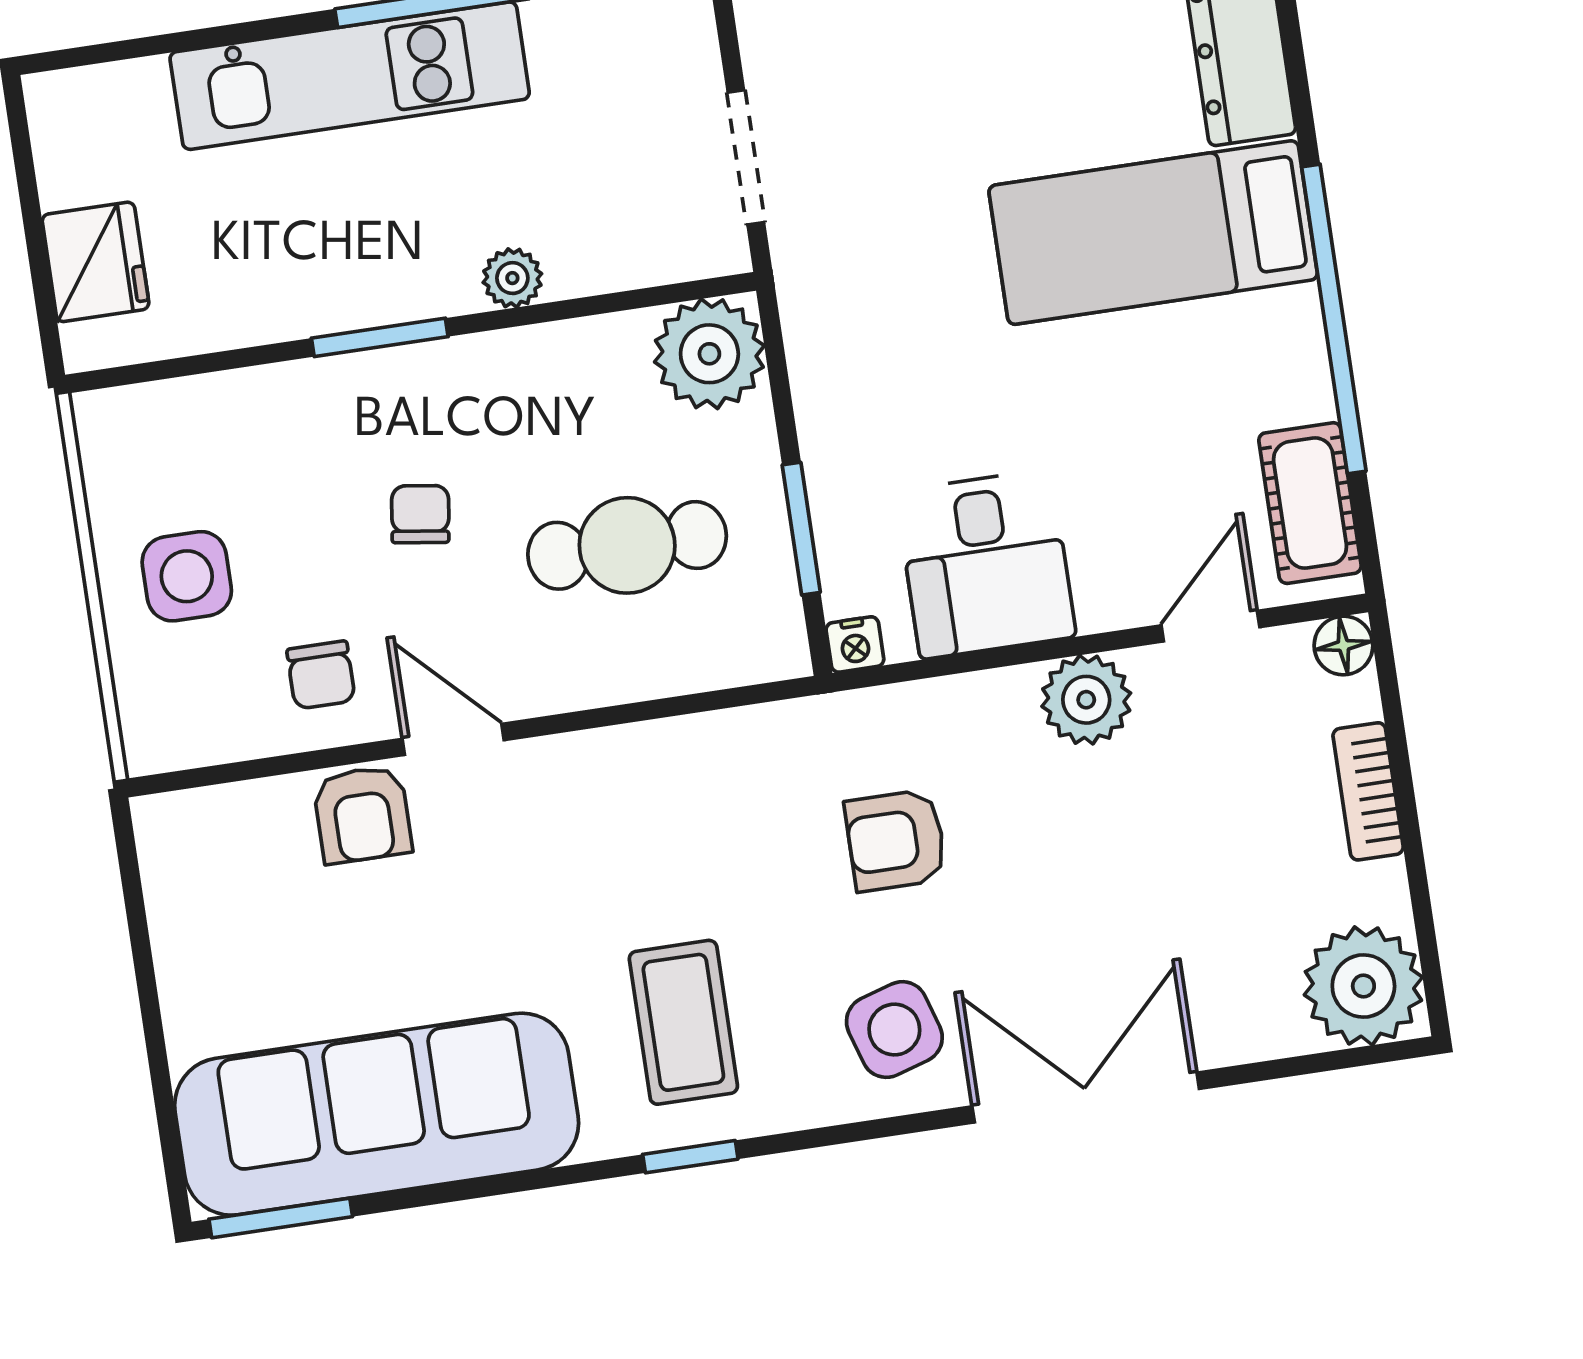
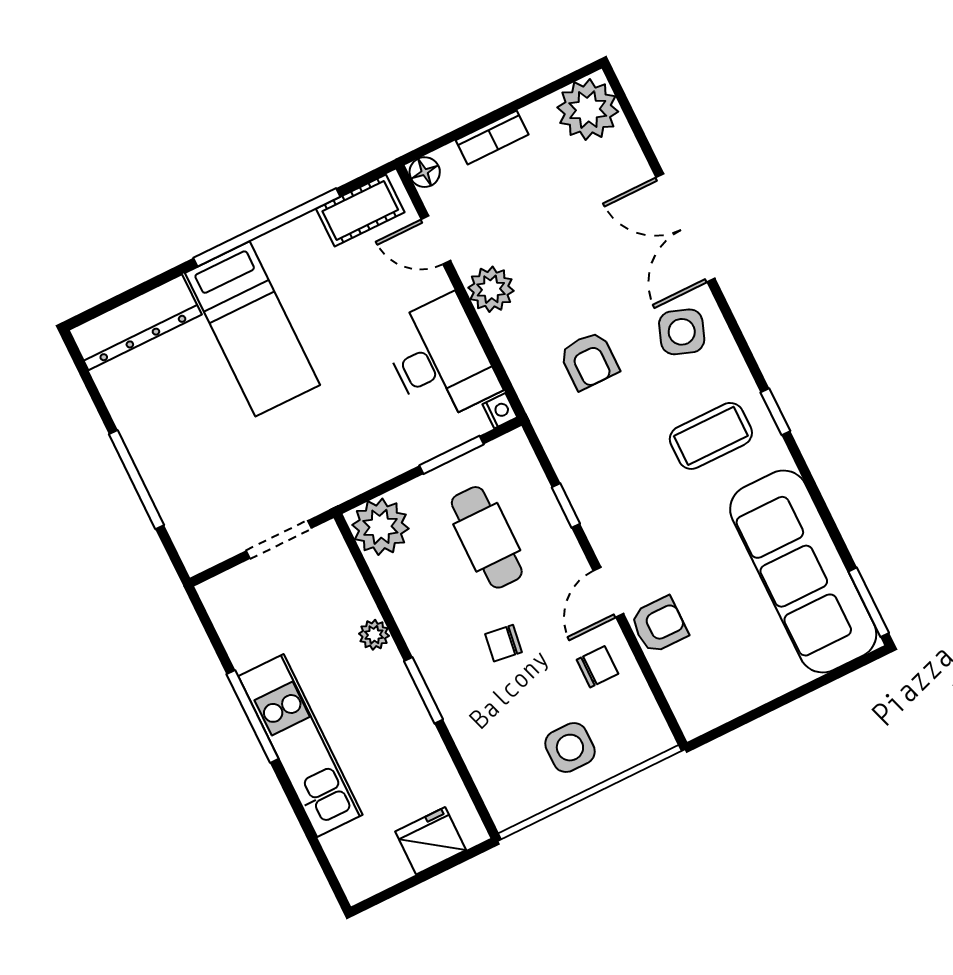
desk: (986, 564) -> (440, 359), width x1.37
window: (640, 712) -> (566, 505), added
side table: (894, 1030) -> (682, 332), turned 37

